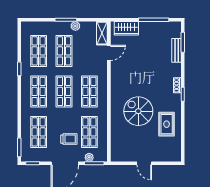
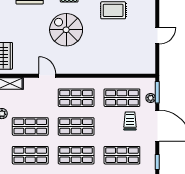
door: (109, 53) -> (47, 76), moved
spiral stairs: (138, 111) -> (66, 30), moved, turned 90

